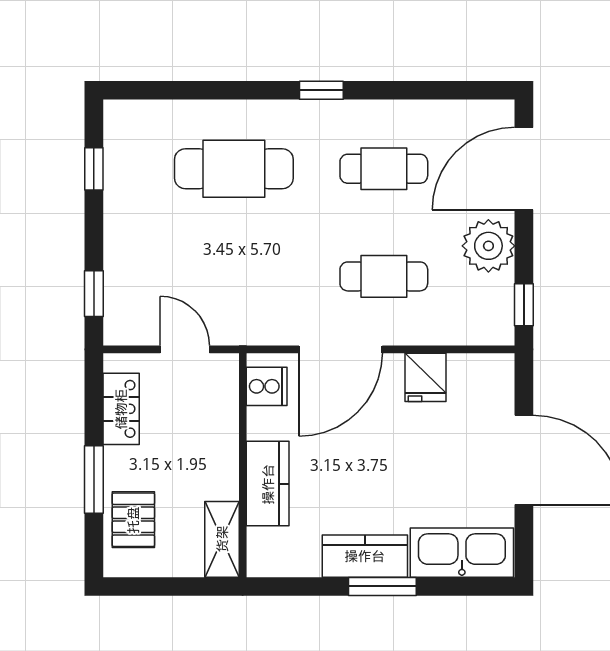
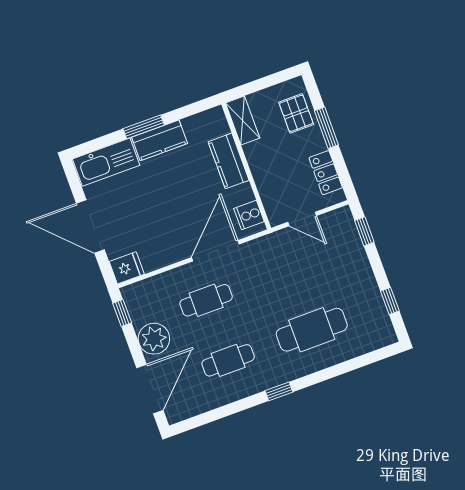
fridge: (426, 377) -> (127, 268), moved, turned 90

